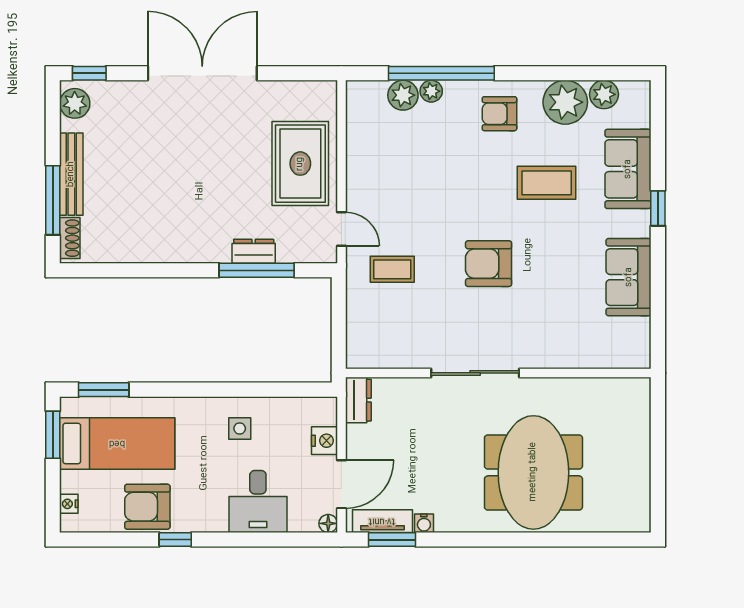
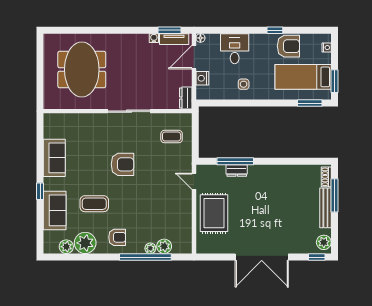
coffee table: (392, 269) -> (172, 137), moved
meeting table: (533, 472) -> (82, 70), moved

